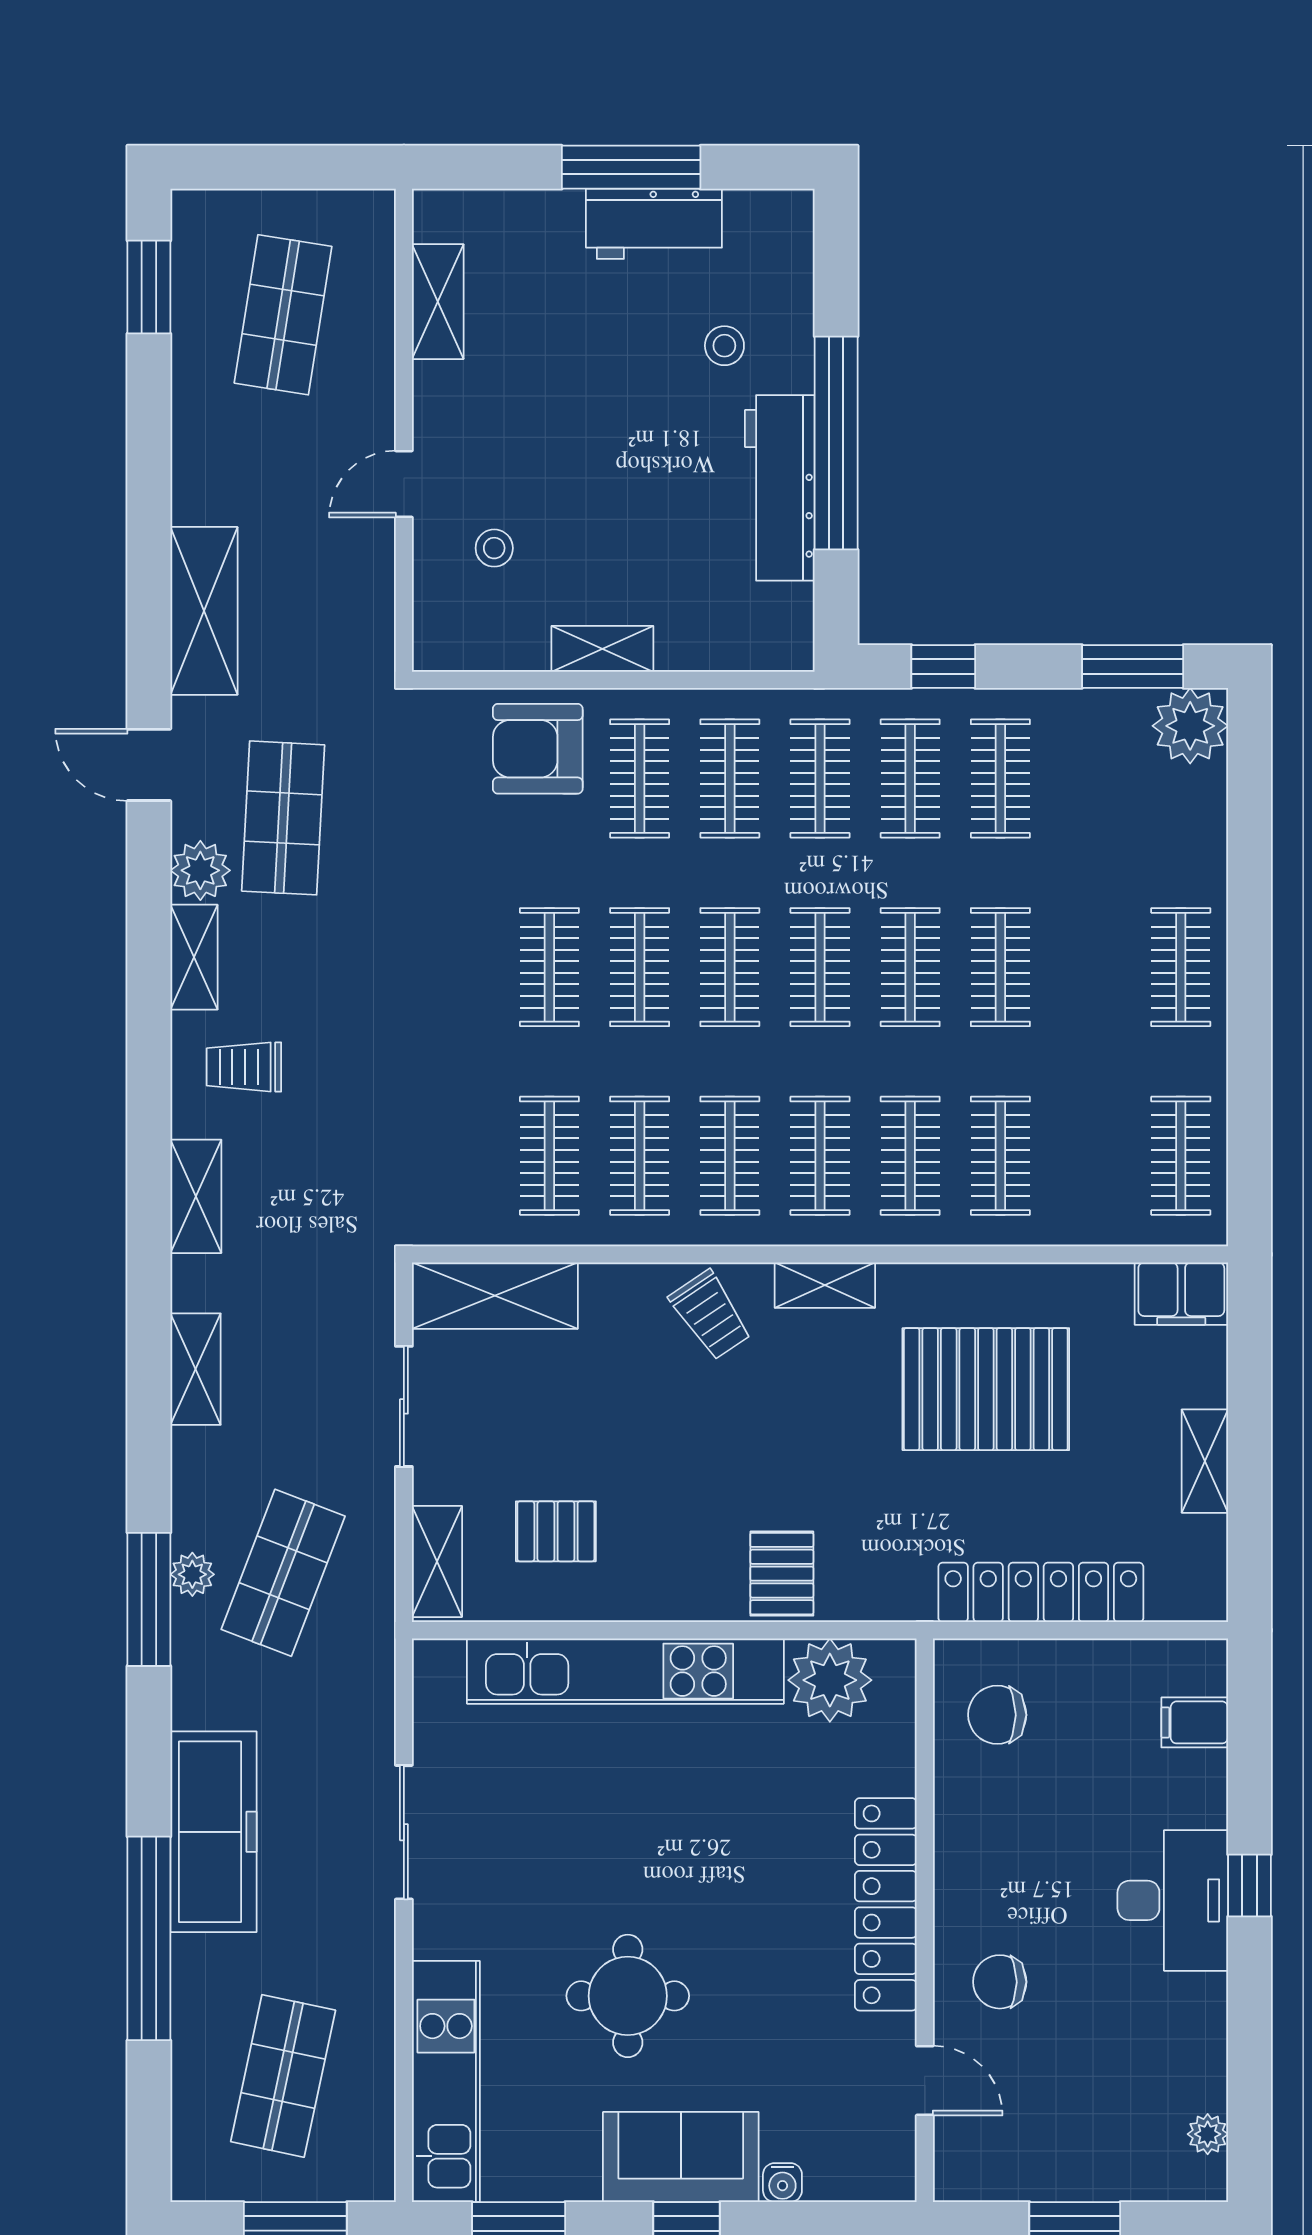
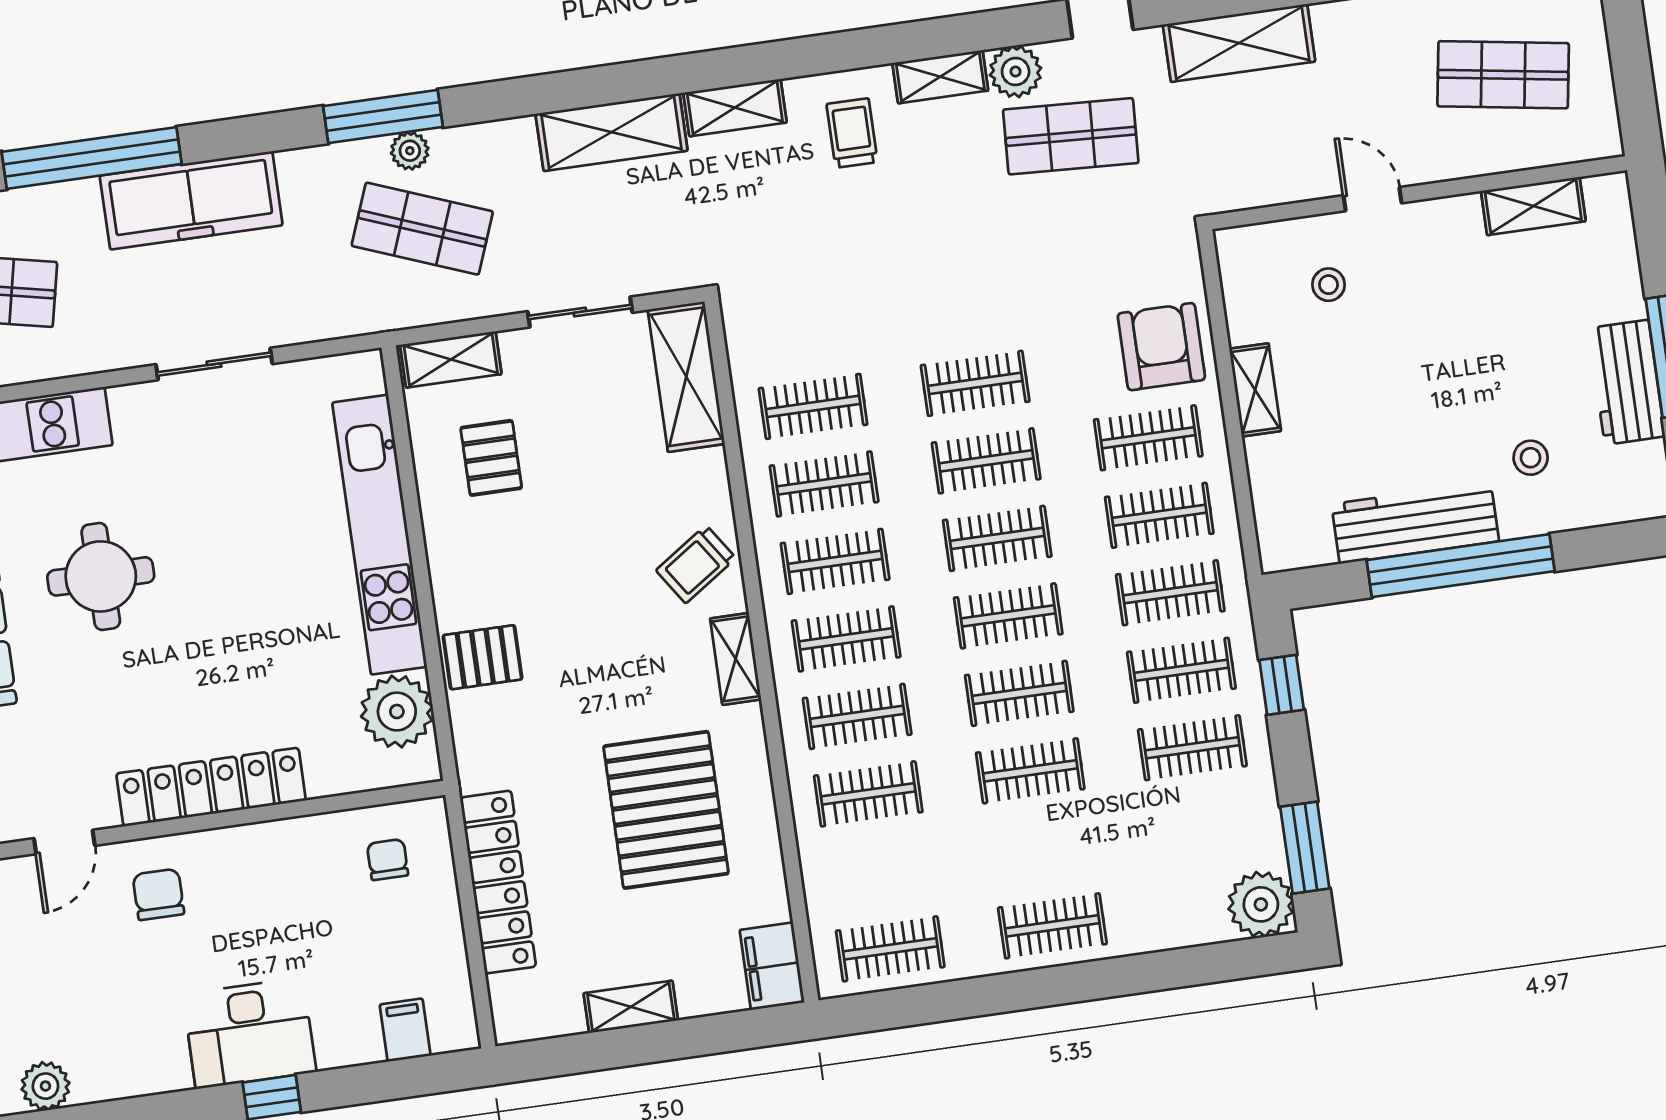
shelving: (196, 1369) -> (612, 132), width x1.50, depth x1.33
chair: (997, 1715) -> (388, 860), width x0.73, depth x0.73
plant: (1208, 2134) -> (45, 1086), width x1.38, depth x1.38

